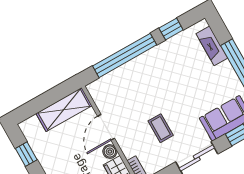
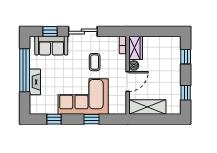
fireplace: (212, 46) -> (35, 82), moved
window: (125, 55) -> (91, 119), width x0.32
corner sofa: (151, 77) -> (83, 96), added

